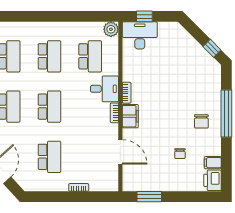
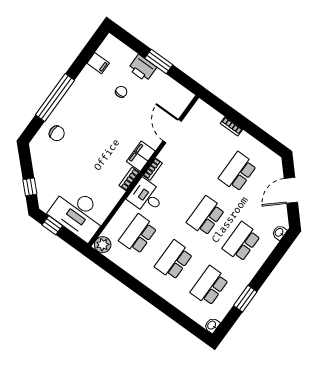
window: (144, 16) -> (52, 225), moved
desk: (140, 35) -> (78, 213), width x1.36, depth x1.30
window: (212, 48) -> (30, 187), moved
chair: (201, 121) -> (57, 133), moved, turned 90
printer: (212, 180) -> (142, 68), moved, turned 90
window: (149, 197) -> (159, 62), moved

